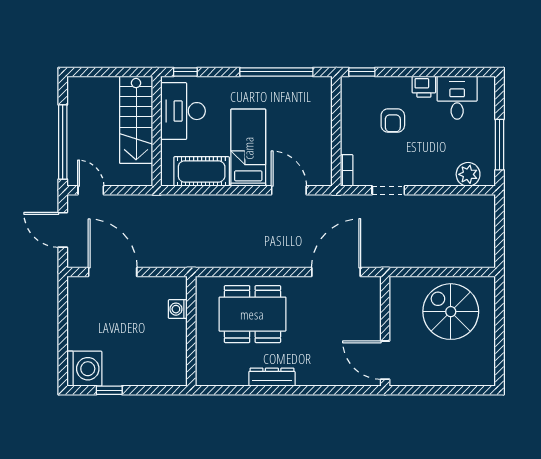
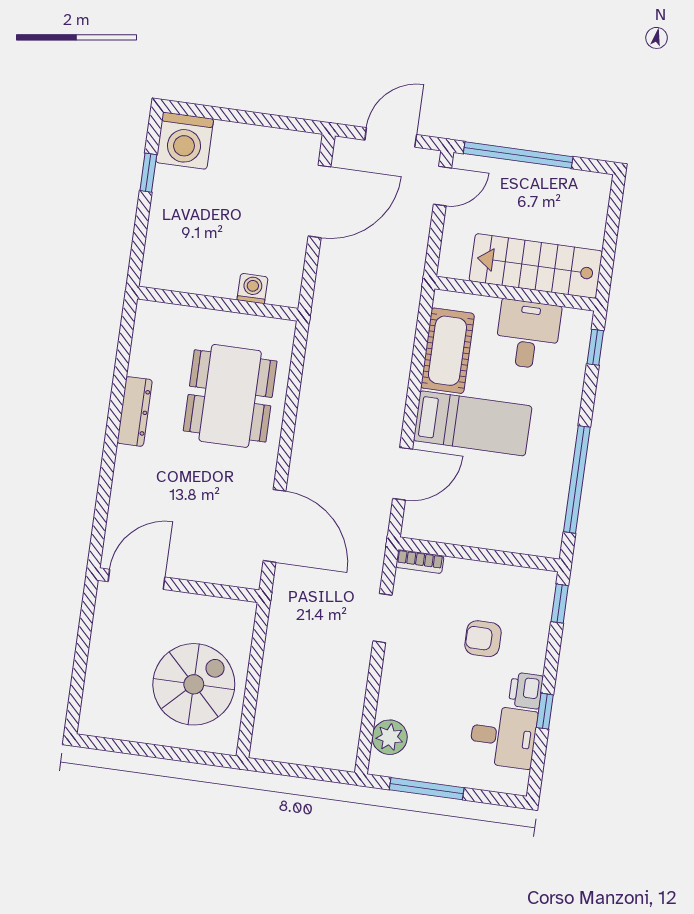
window: (436, 72) -> (545, 711), added
desk: (183, 111) -> (528, 334), width x0.73

